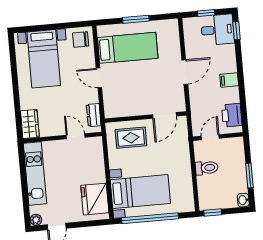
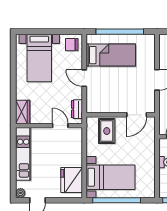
window: (136, 19) -> (120, 32), width x2.11
rug: (131, 138) -> (107, 131), turned 90

